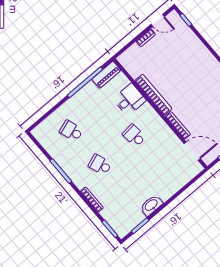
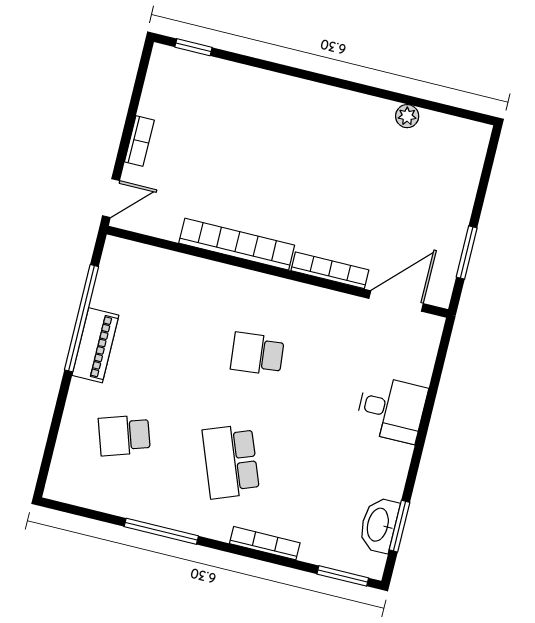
door: (158, 20) -> (111, 198), moved
piano: (106, 75) -> (95, 345), moved
desk: (129, 100) -> (391, 409), moved, turned 90
school desk: (100, 165) -> (231, 462), width x1.85
washbasin: (151, 205) -> (379, 525), moved

